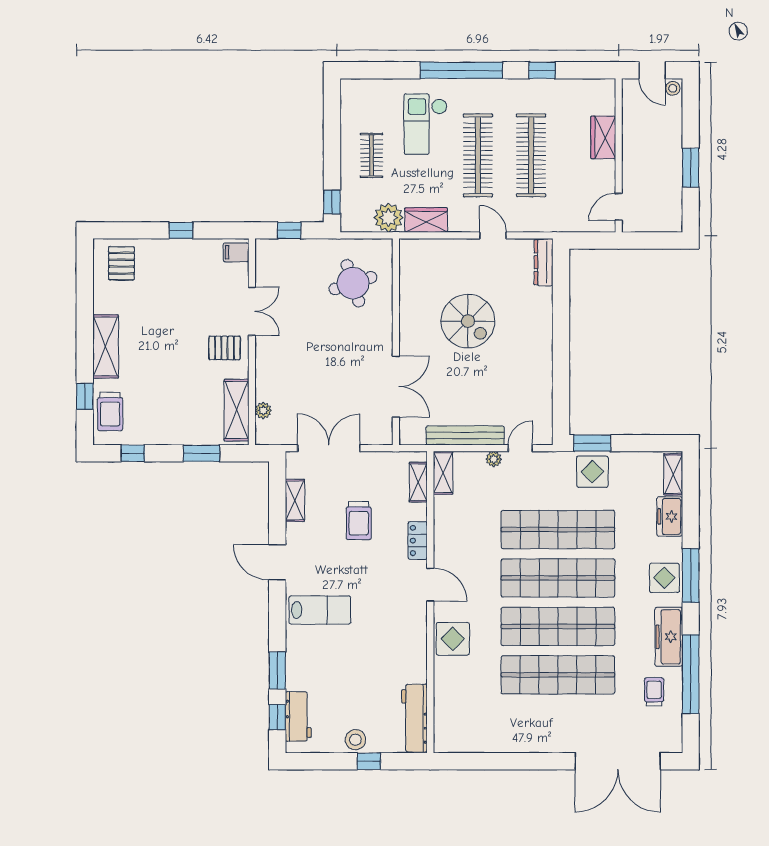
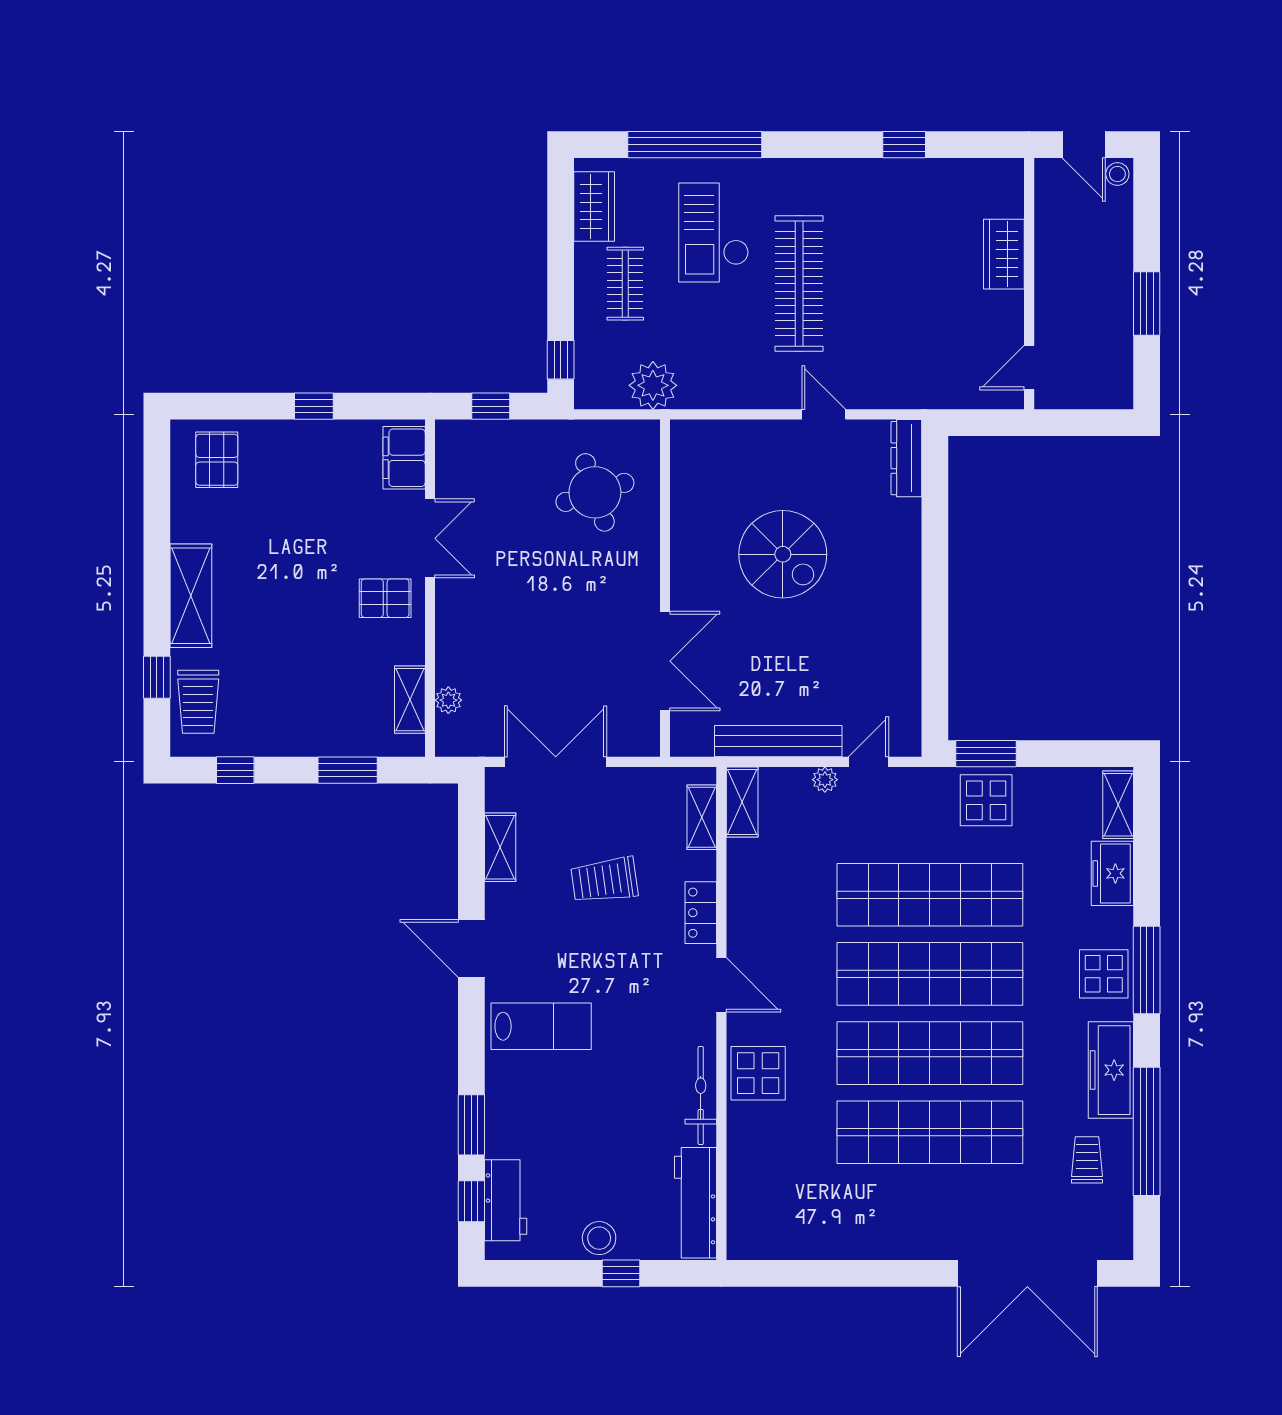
window: (461, 70) -> (695, 145), moved
clothes rail: (531, 155) -> (886, 284), removed
wardrobe: (426, 220) -> (594, 207), moved, turned 90
filing cabinet: (236, 252) -> (404, 458), width x2.00
shelving: (237, 410) -> (410, 700), width x0.67, depth x0.75
trolley: (359, 521) -> (604, 880), turned 82
bicycle: (418, 652) -> (701, 1095), added

